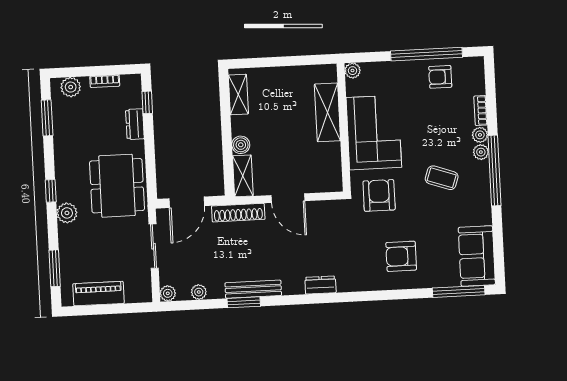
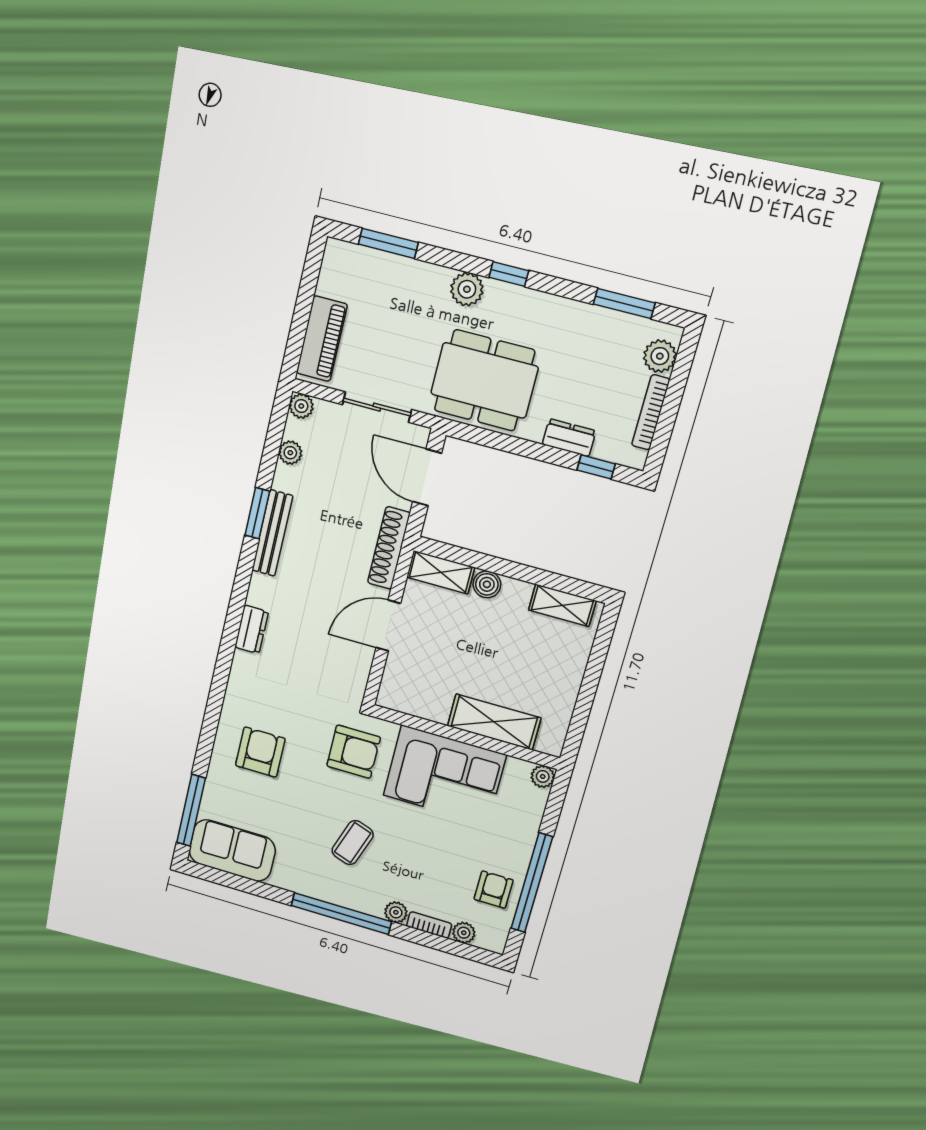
bookcase: (105, 81) -> (651, 412), width x1.56
plant: (481, 152) -> (464, 933), moved
piano: (98, 294) -> (322, 339), moved

